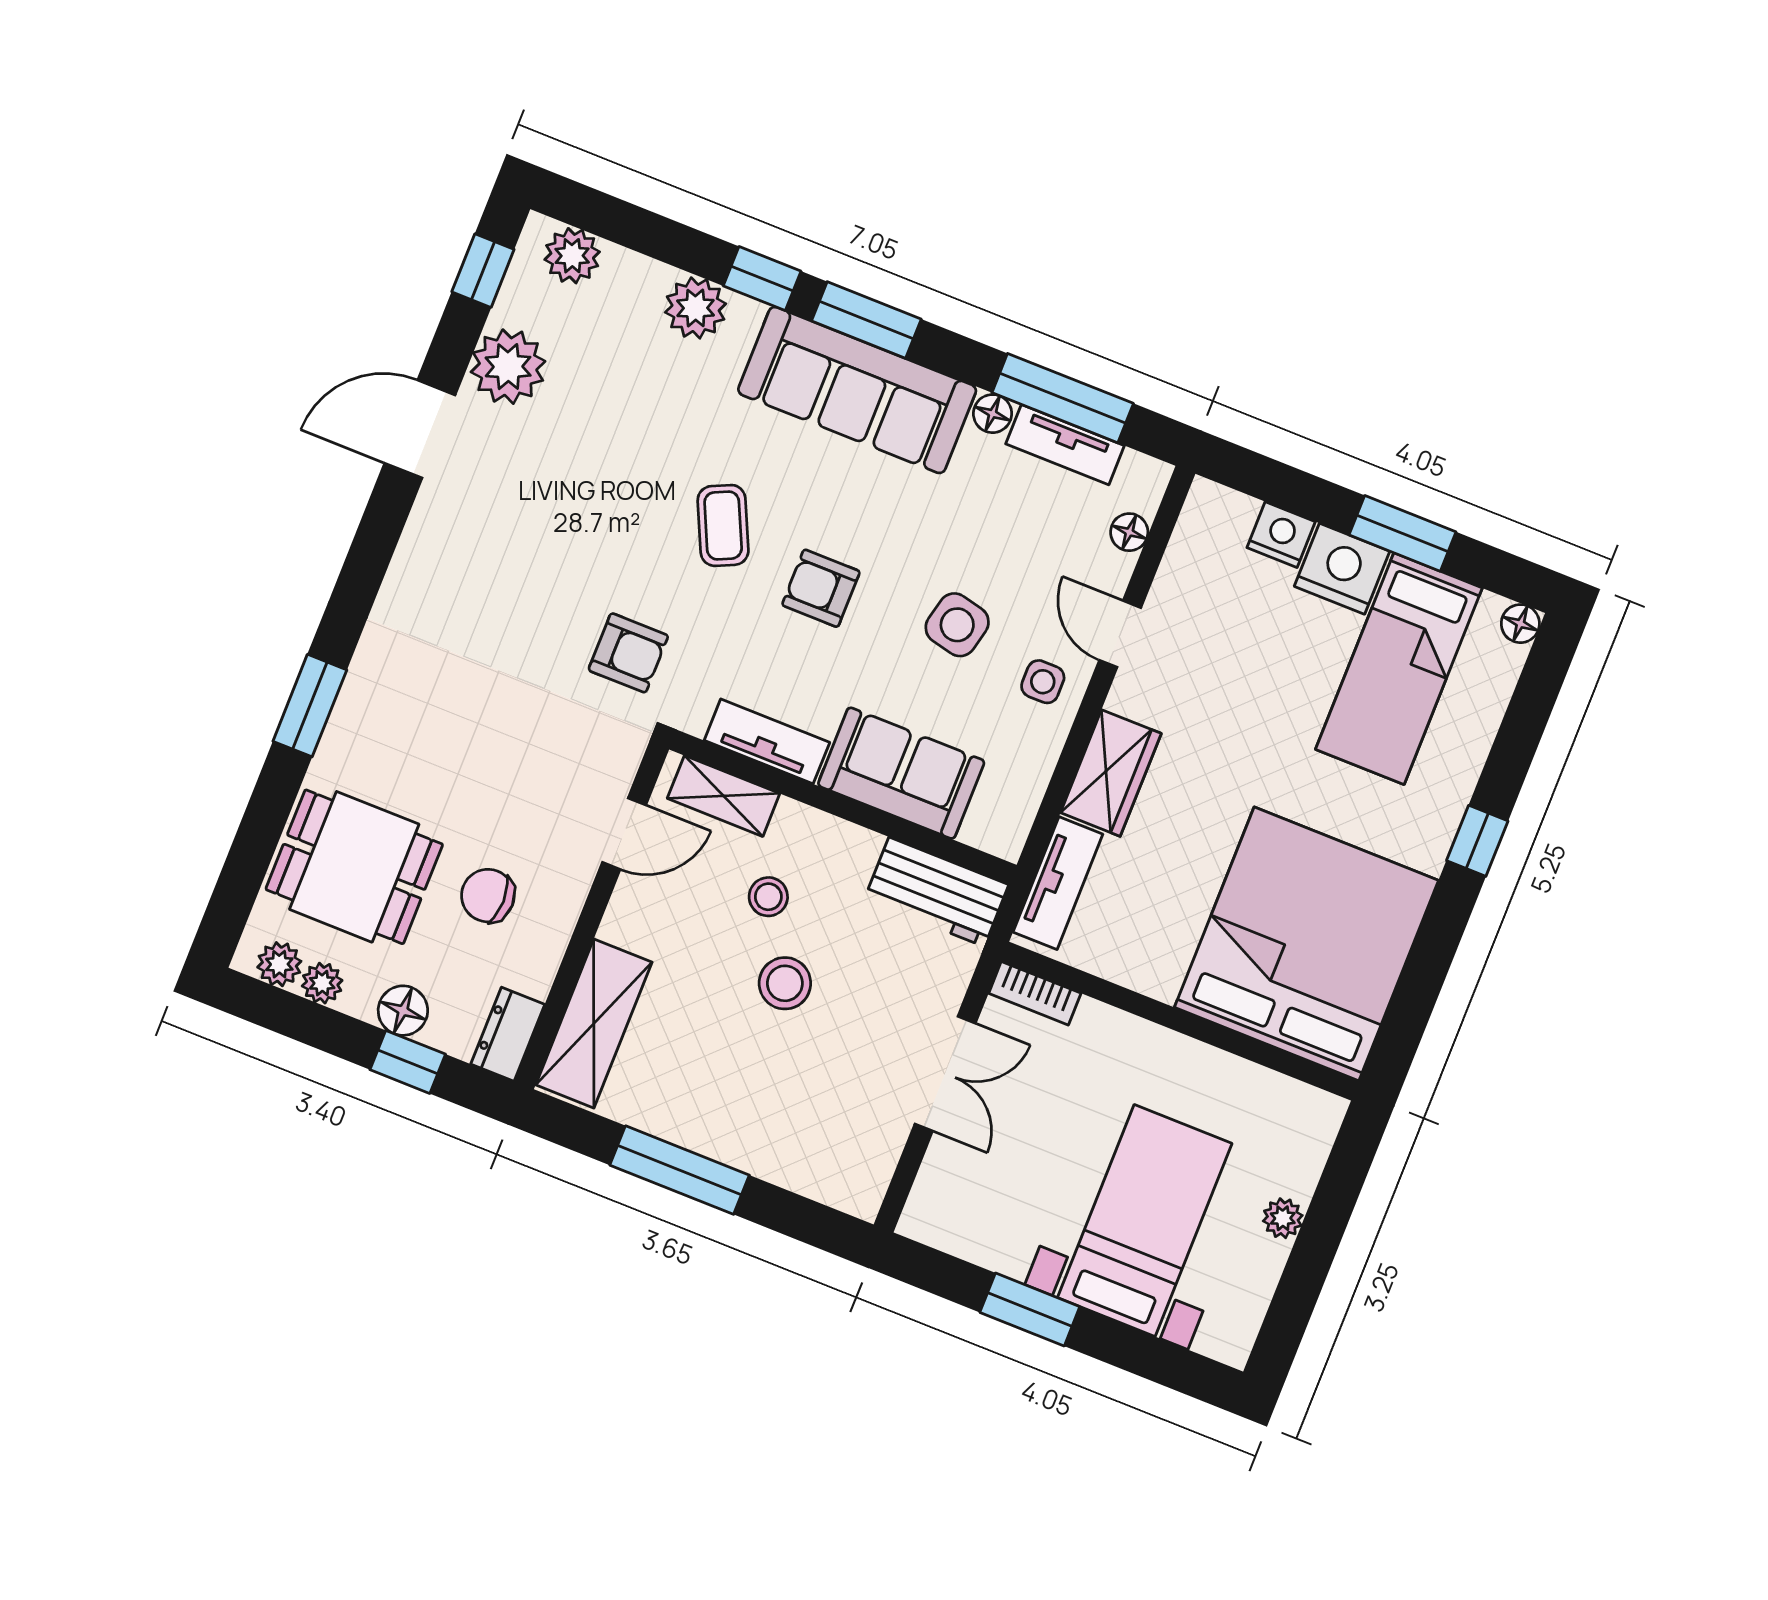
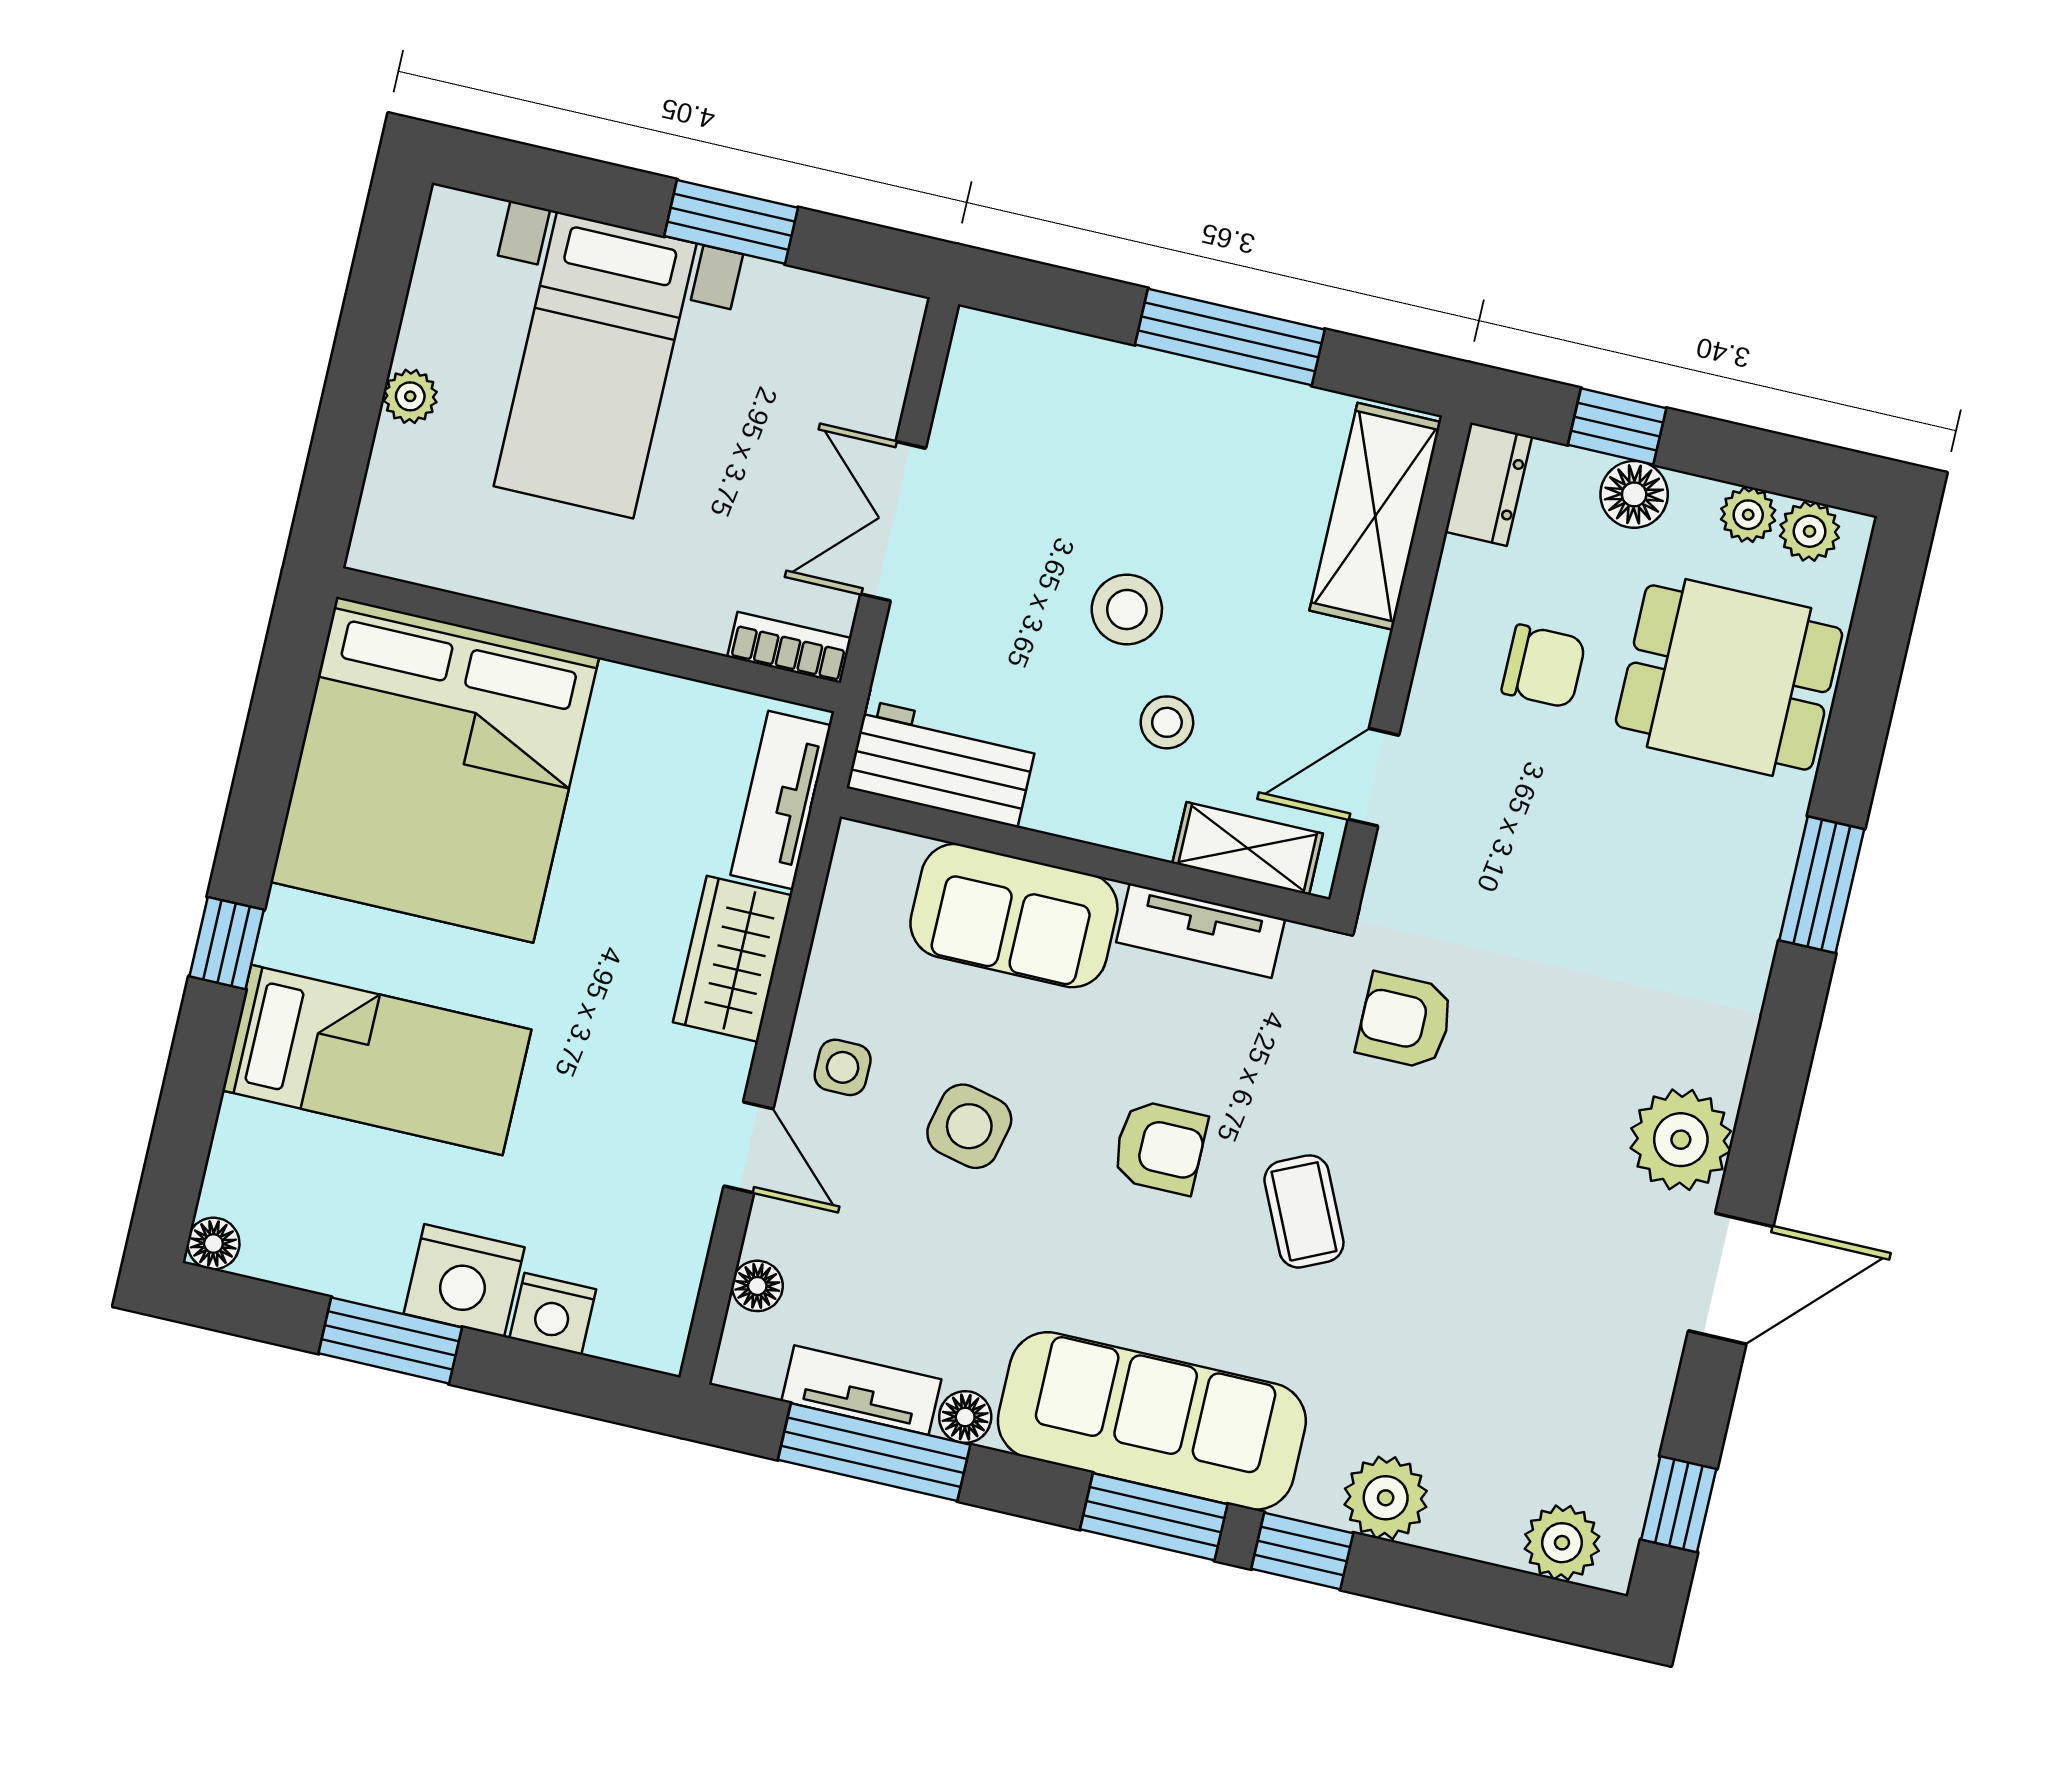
plant: (508, 367) -> (1681, 1140), moved
bed: (1399, 669) -> (377, 1060), moved, turned 90

